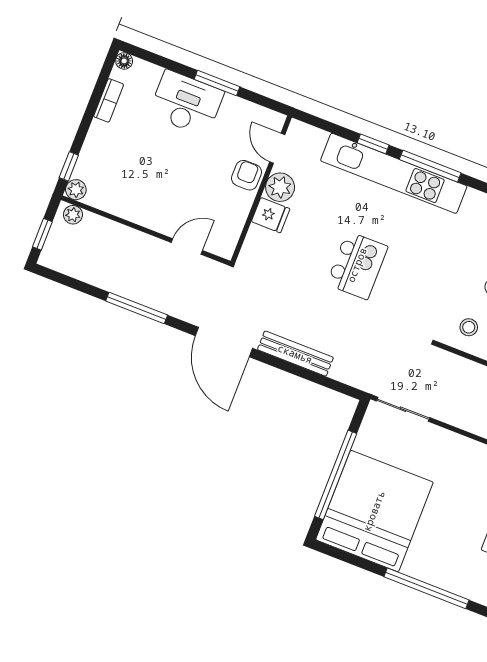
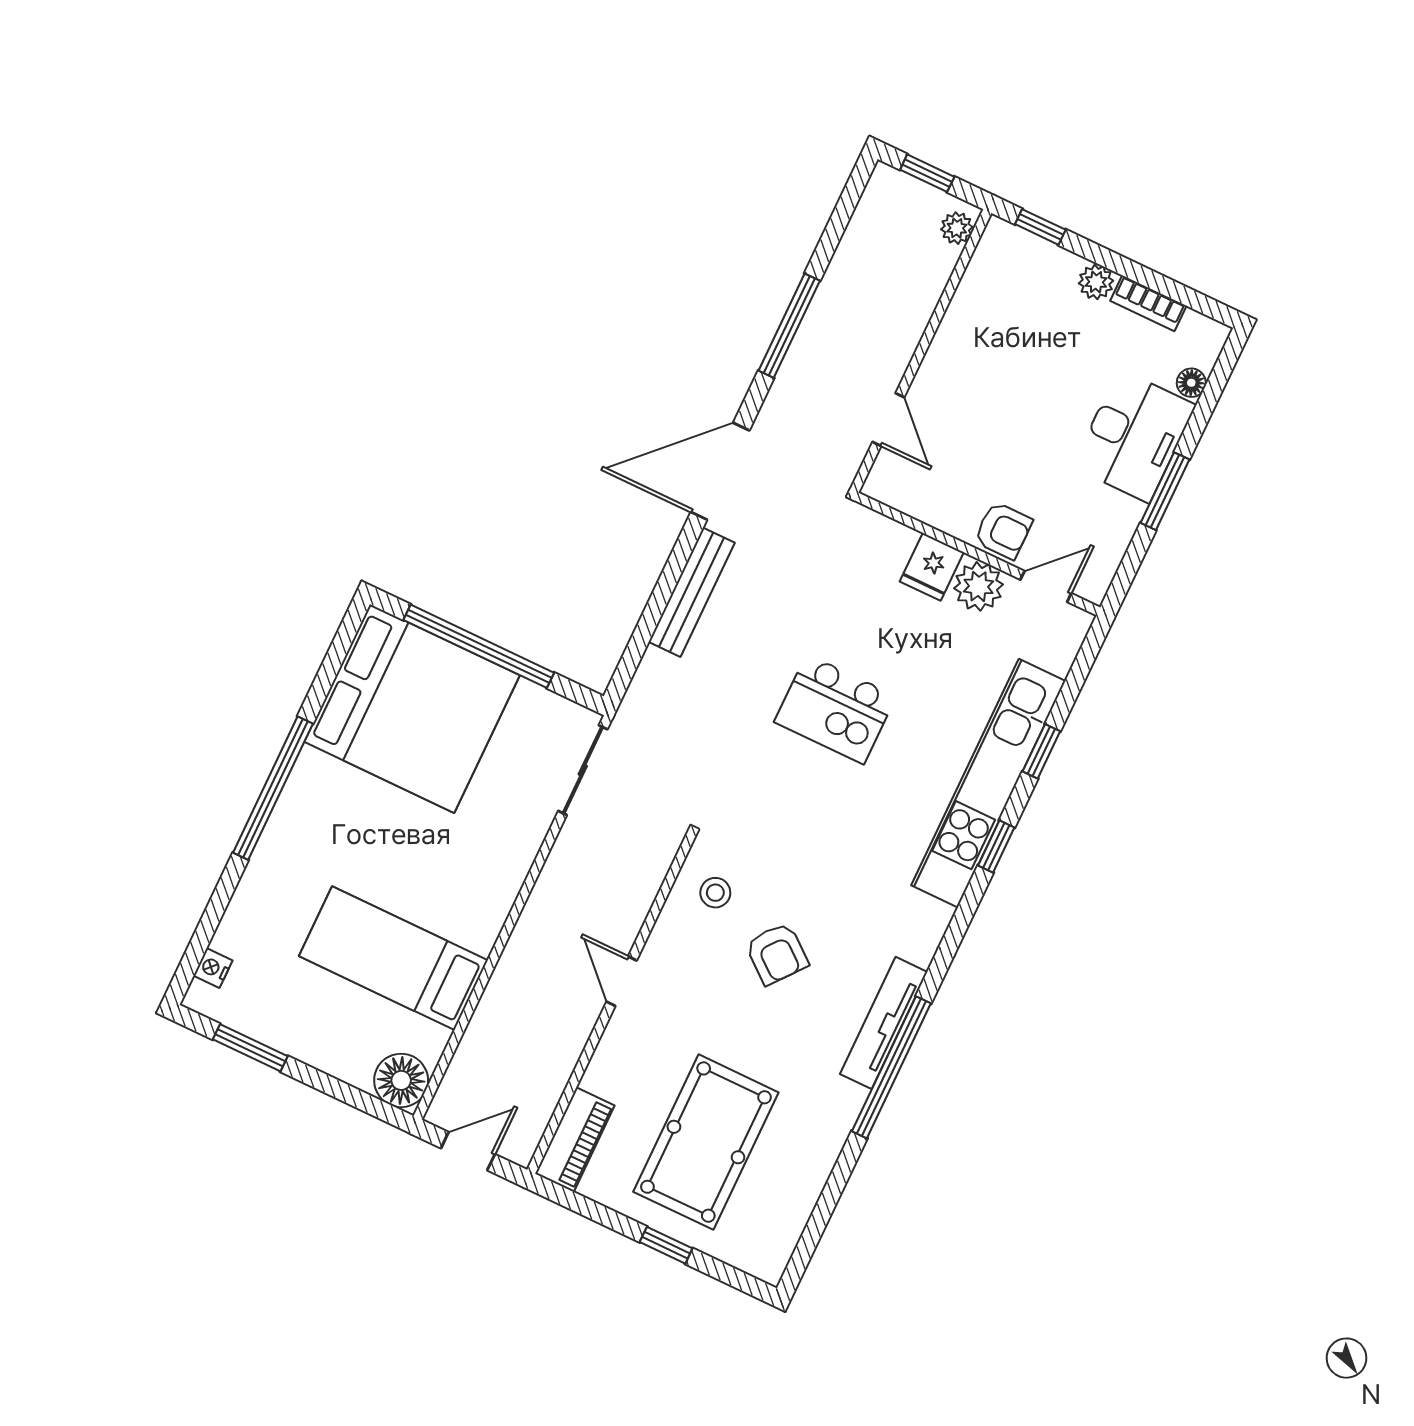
floor lamp: (124, 61) -> (1191, 383), moved
window: (430, 166) -> (996, 846), width x0.46
plant: (76, 190) -> (1096, 282), moved

